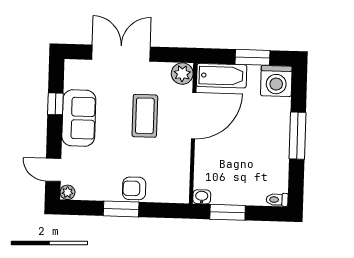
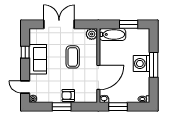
washing machine: (276, 81) -> (141, 64), moved, turned 90
door: (194, 116) -> (98, 77), moved

